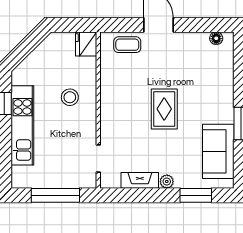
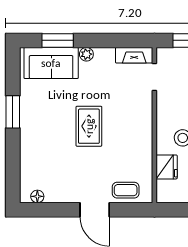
fridge: (86, 44) -> (167, 167), moved
sofa: (218, 151) -> (51, 63), moved, turned 90
fireplace: (140, 180) -> (134, 55), moved

